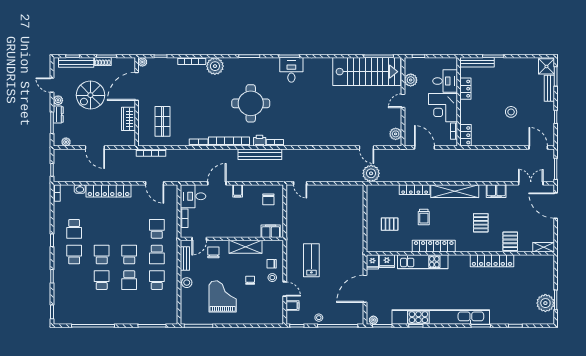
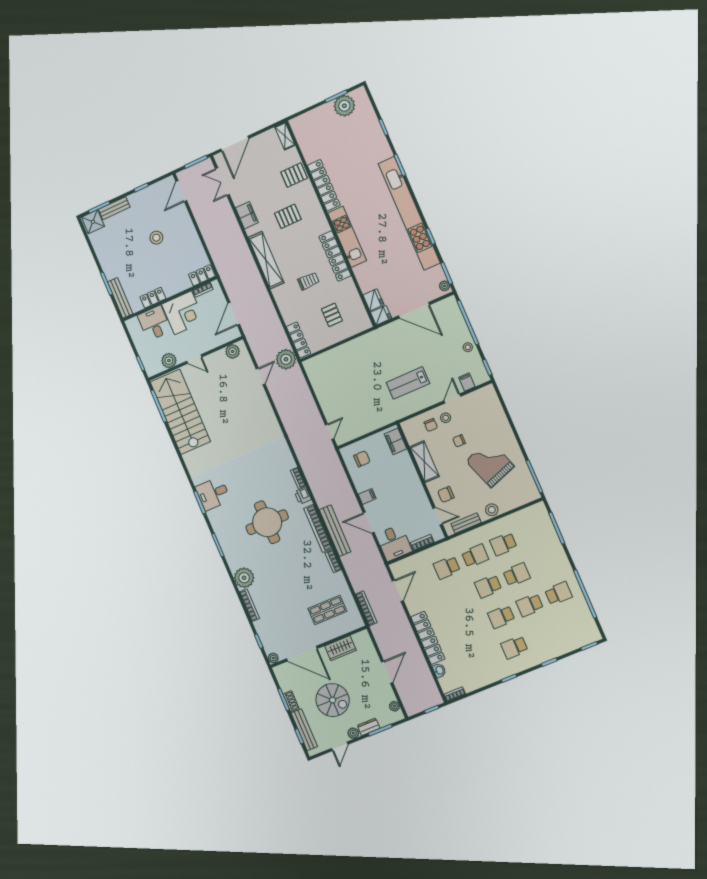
bench: (260, 154) -> (335, 531), moved
locker: (415, 190) -> (298, 340), moved
school desk: (74, 229) -> (558, 593), moved
kitchen unit: (423, 262) -> (347, 237), moved
grand piano: (223, 296) -> (490, 464), turned 70

